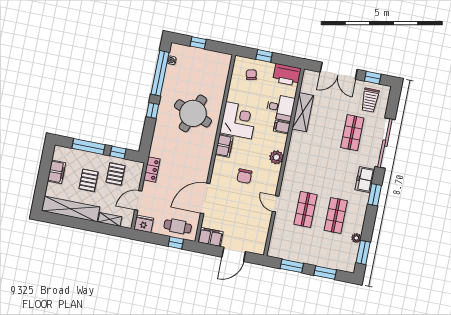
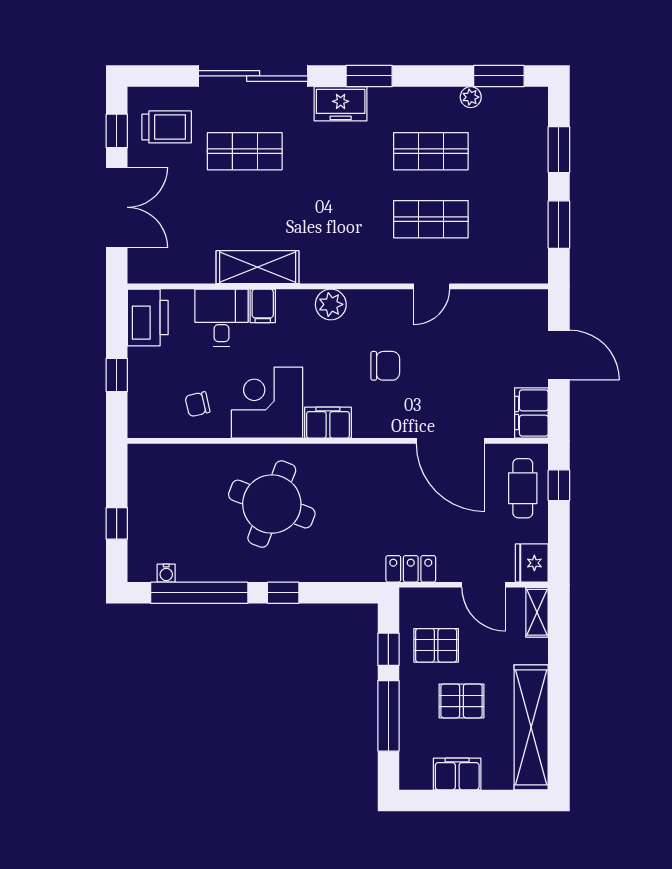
chair: (251, 75) -> (197, 404), moved
shelving: (303, 112) -> (258, 267), moved
shelving: (110, 219) -> (537, 612), moved

